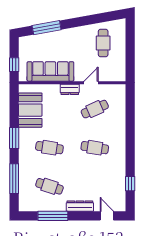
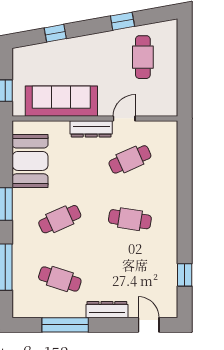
window: (90, 20) -> (122, 21), added
window: (47, 28) -> (55, 33), width x0.46
dresser: (70, 89) -> (91, 129), width x1.44
cafe table: (49, 148) -> (60, 219), turned -33

